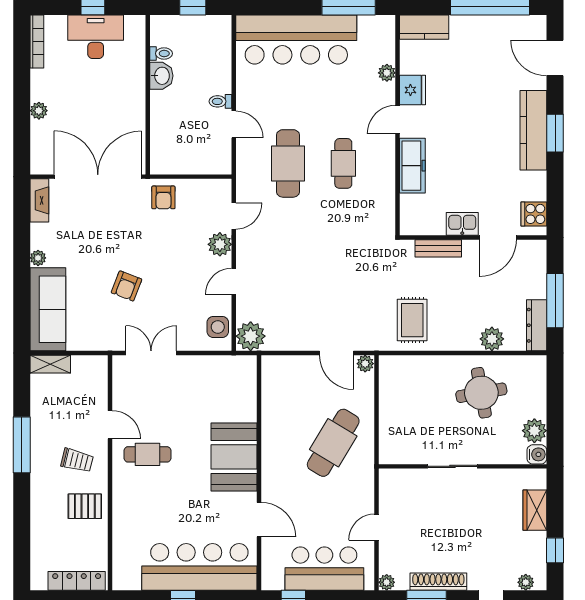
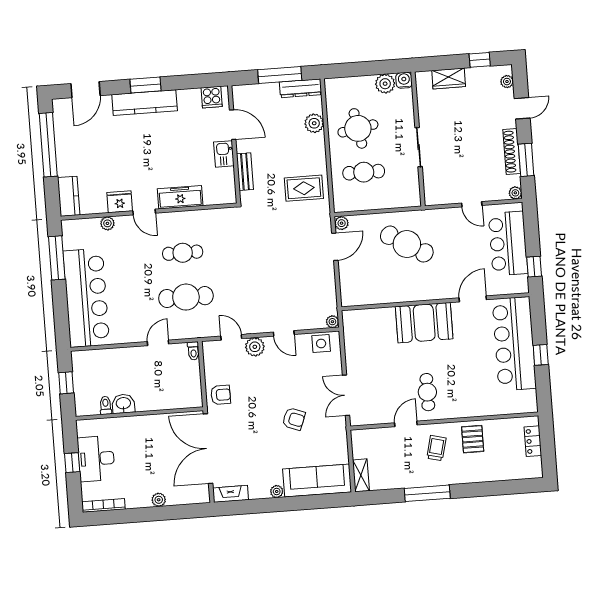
toilet: (220, 101) -> (193, 351), moved
plant: (251, 336) -> (332, 322), width x0.53, depth x0.53
cafe table: (427, 396) -> (364, 172), added
locker: (77, 581) -> (533, 441), width x0.66

